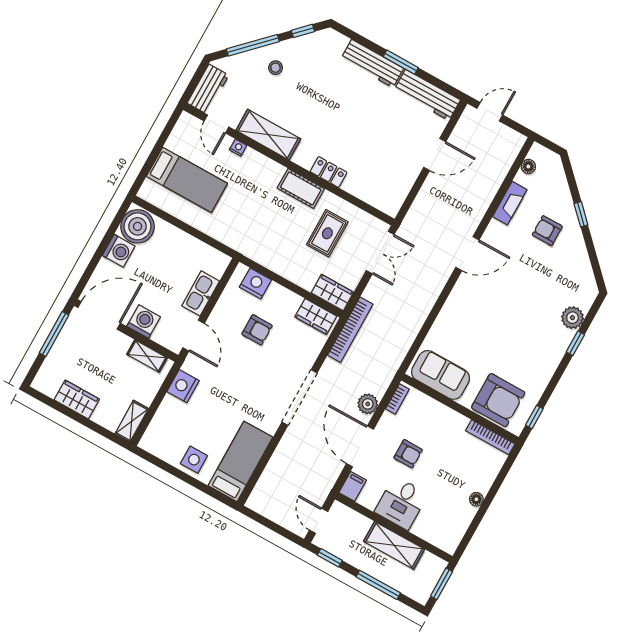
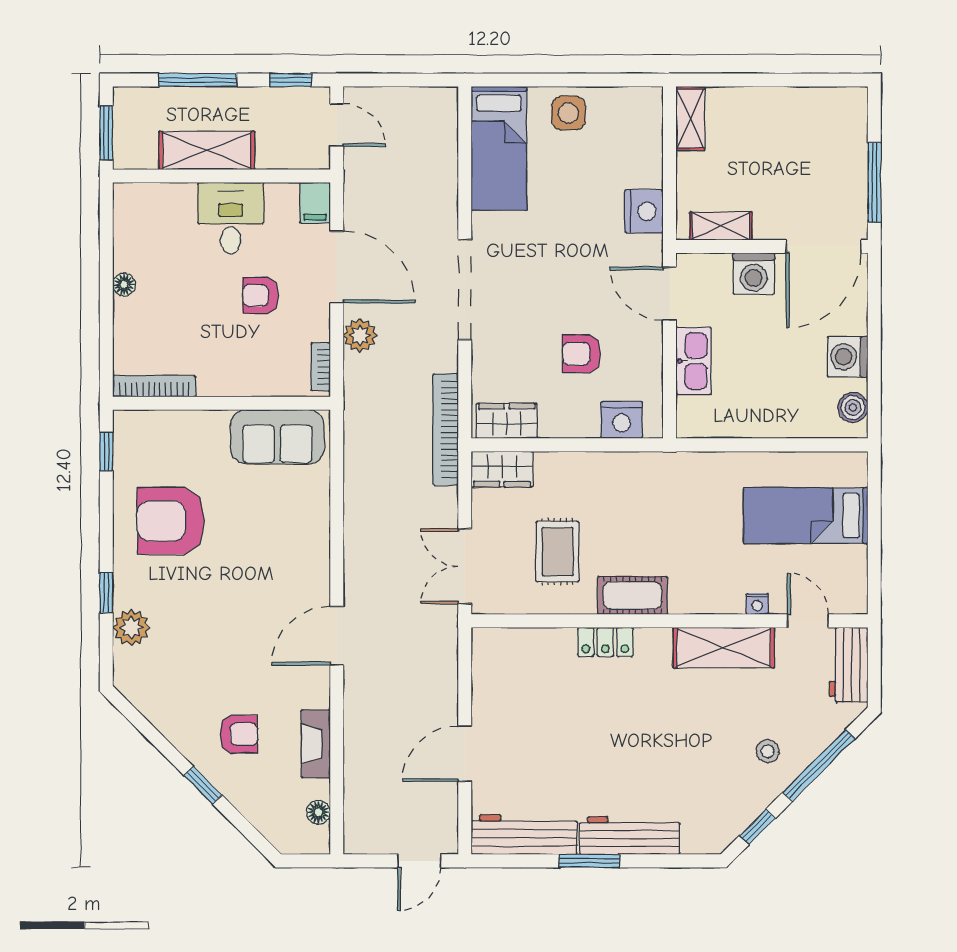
boiler: (138, 226) -> (853, 408), width x0.54, depth x0.54
wardrobe: (77, 400) -> (788, 106), removed
armchair: (498, 400) -> (171, 521), moved

